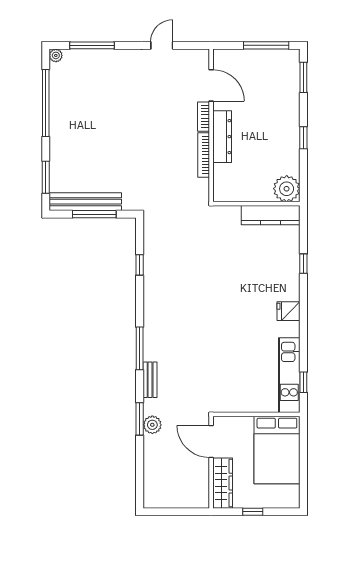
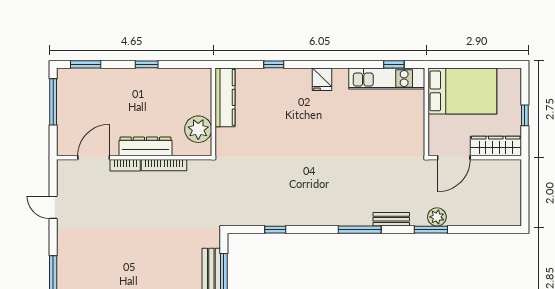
plant: (287, 189) -> (198, 129), moved

